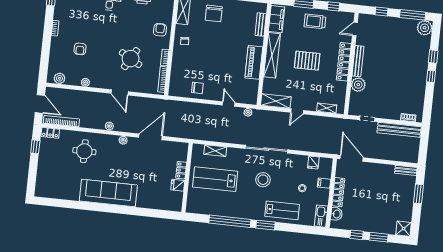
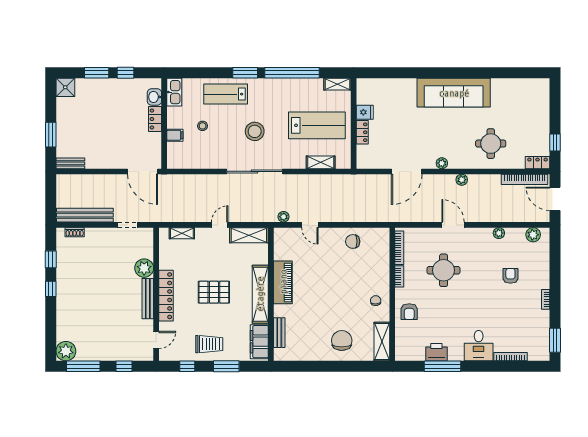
window: (433, 57) -> (51, 259), moved
round table: (131, 59) -> (444, 270), turned -30
fridge: (313, 162) -> (192, 161), removed
locker: (338, 192) -> (155, 119), width x0.66
shelving: (196, 209) -> (337, 84), added

